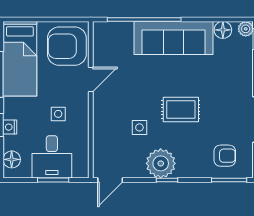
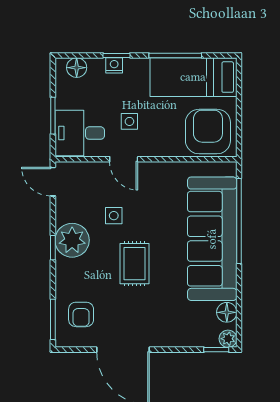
sofa: (174, 38) -> (212, 239), width x1.36, depth x1.27
door: (91, 79) -> (124, 159), moved
desk: (52, 157) -> (80, 133), moved

